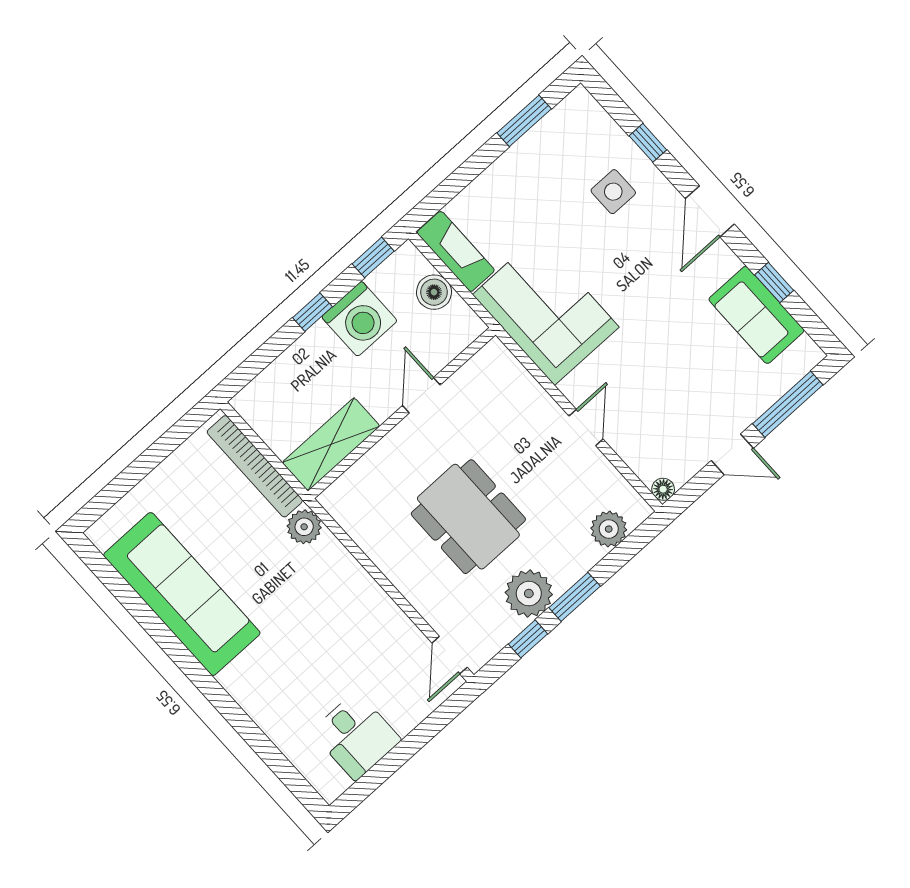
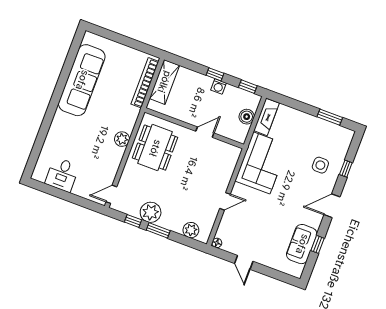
washing machine: (359, 319) -> (219, 86), width x0.53, depth x0.53
window: (788, 404) -> (274, 274), removed
shelving: (331, 444) -> (164, 82), moved, turned 90
dining table: (468, 517) -> (155, 148), moved
plant: (304, 527) -> (122, 139), moved

